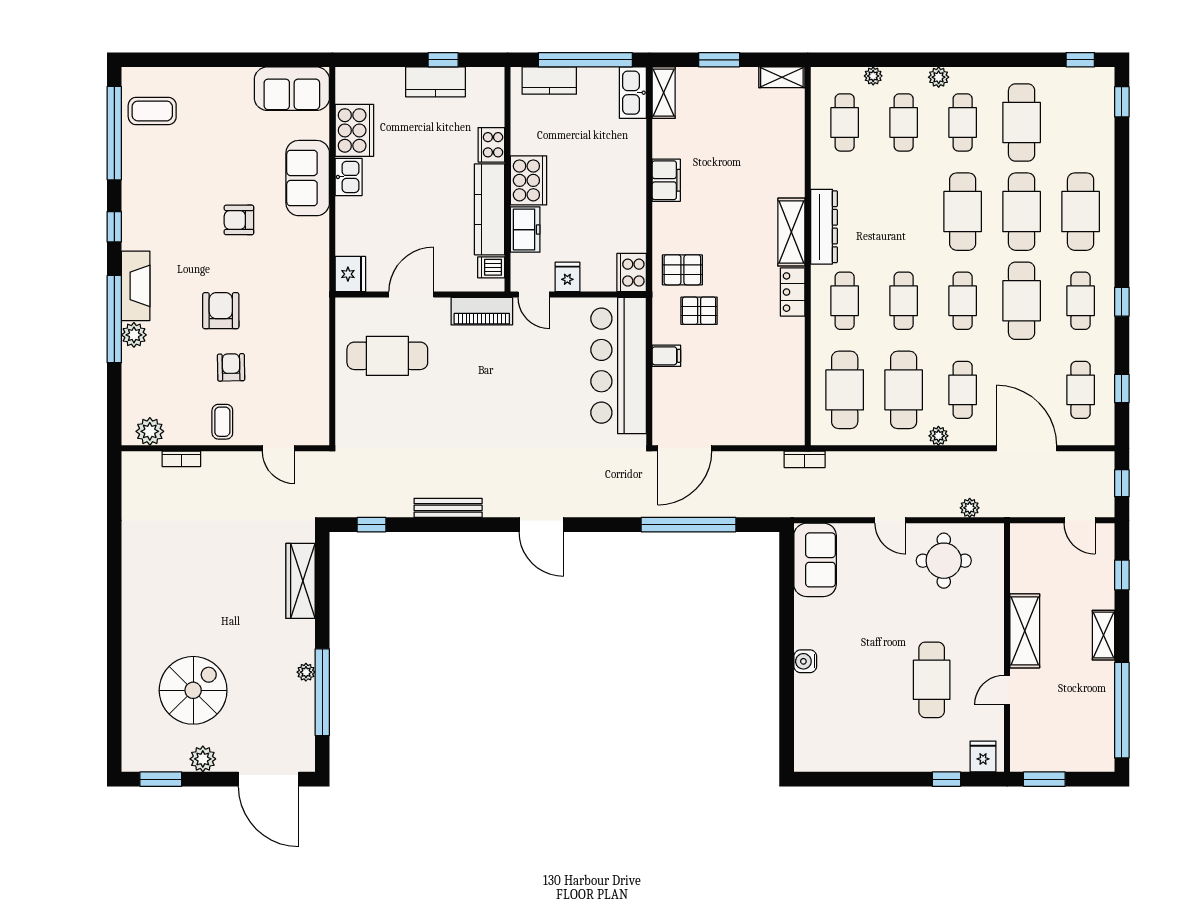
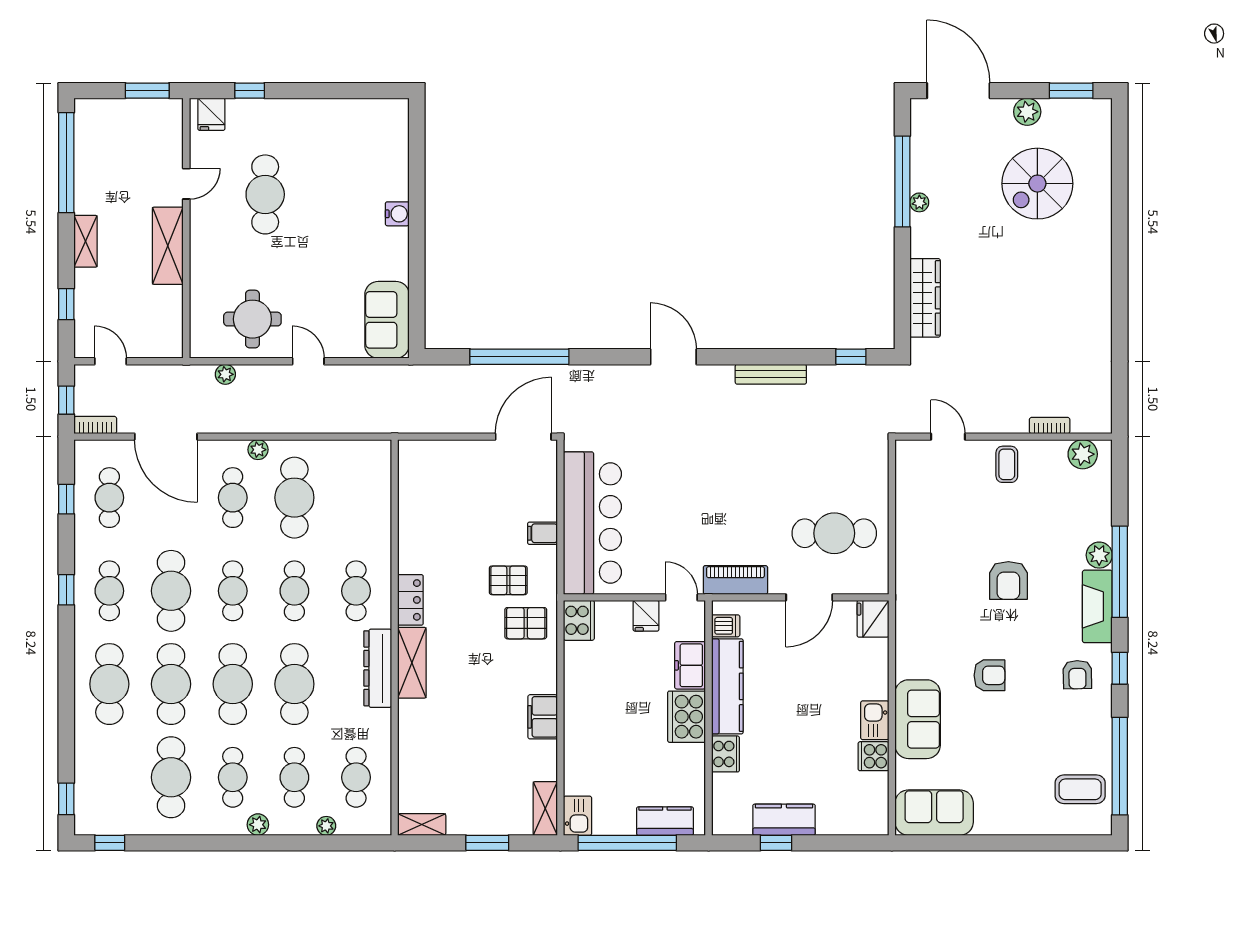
kitchen sink: (633, 93) -> (578, 816), width x0.73
cooker: (354, 130) -> (873, 756), width x0.53, depth x0.76
armchair: (231, 367) -> (1077, 675), moved
cafe table: (845, 390) -> (294, 684), moved
bookcase: (805, 459) -> (95, 425), moved

